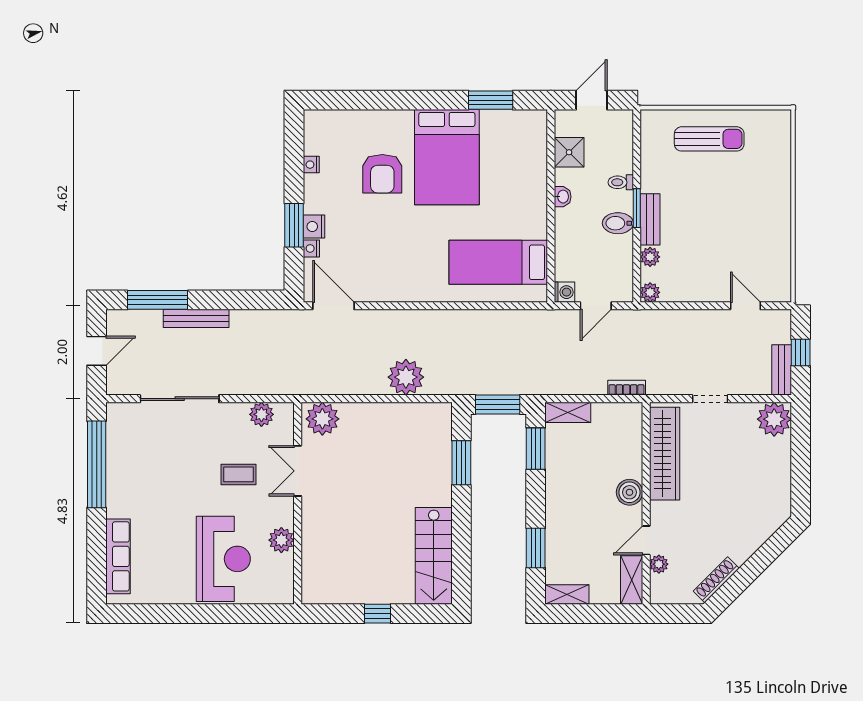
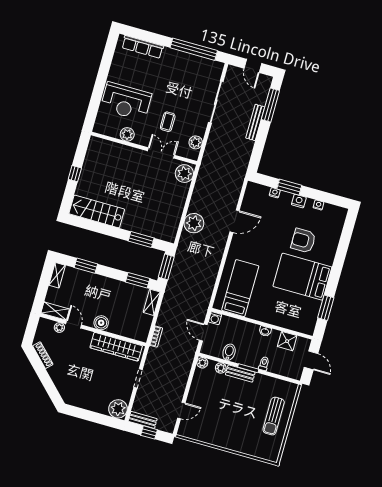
bidet: (618, 223) -> (229, 352), moved
nightstand: (314, 226) -> (299, 201), moved
door: (333, 306) -> (235, 221), moved

